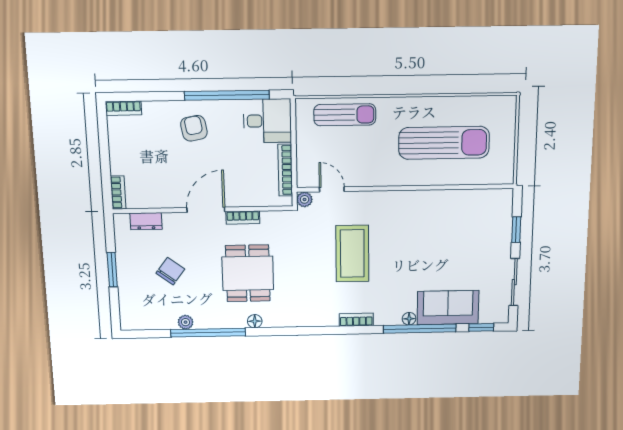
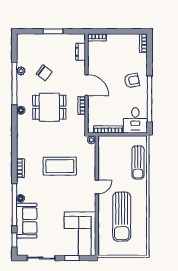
door: (332, 189) -> (97, 187), moved
corner sofa: (473, 216) -> (80, 234), added
chair: (170, 271) -> (44, 73), moved

